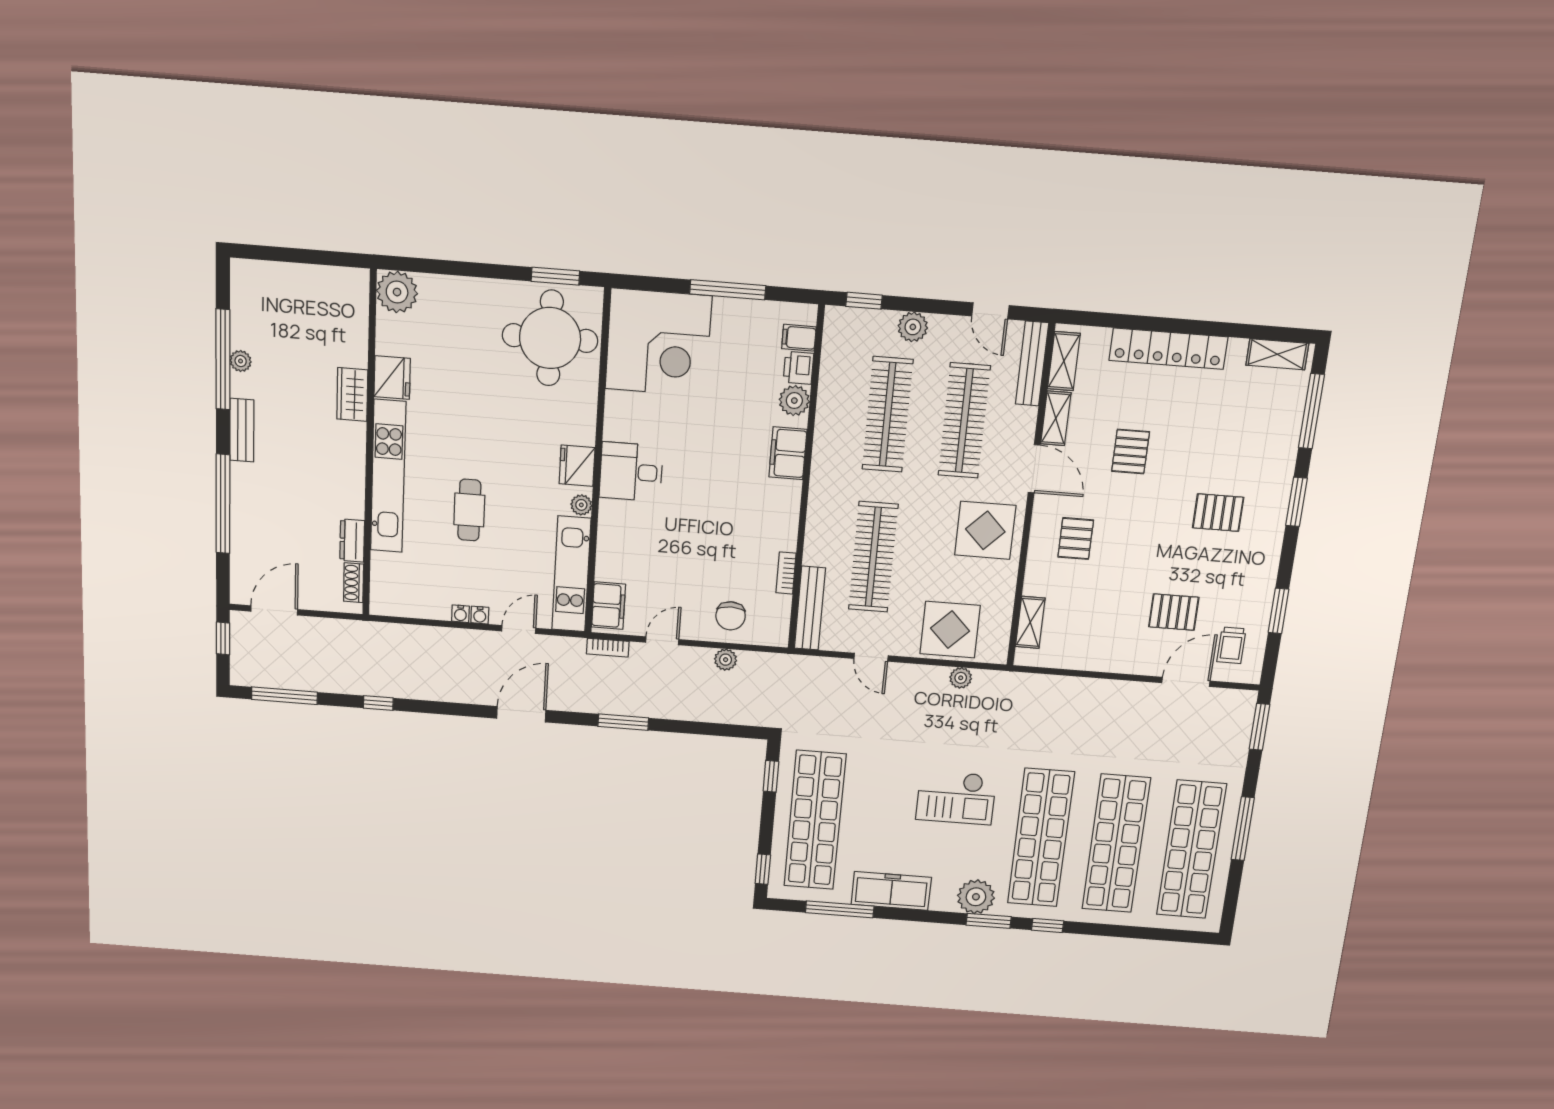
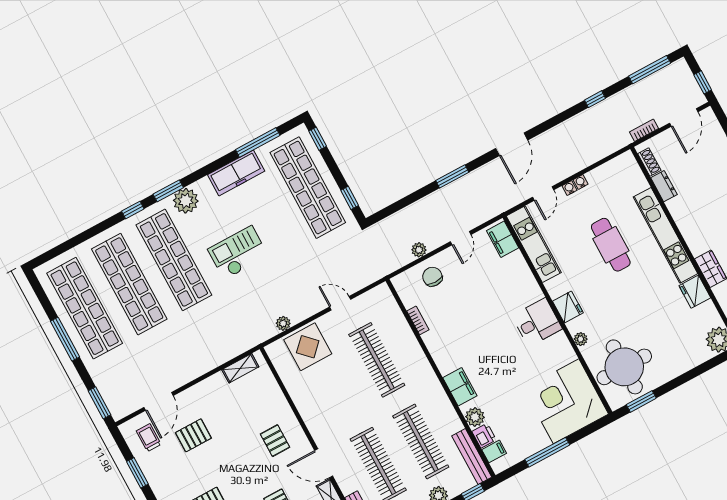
plant: (581, 505) -> (581, 339), moved
cafe table: (469, 510) -> (611, 245), width x1.37, depth x1.35
display table: (985, 530) -> (327, 414), removed
bench: (810, 608) -> (472, 456), moved
shelving: (1030, 622) -> (240, 368), moved, turned 90
bookcase: (608, 648) -> (644, 130), moved

